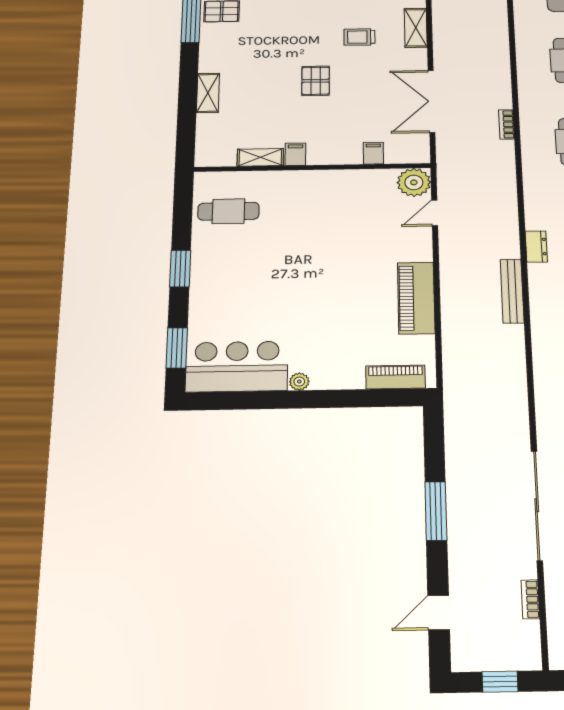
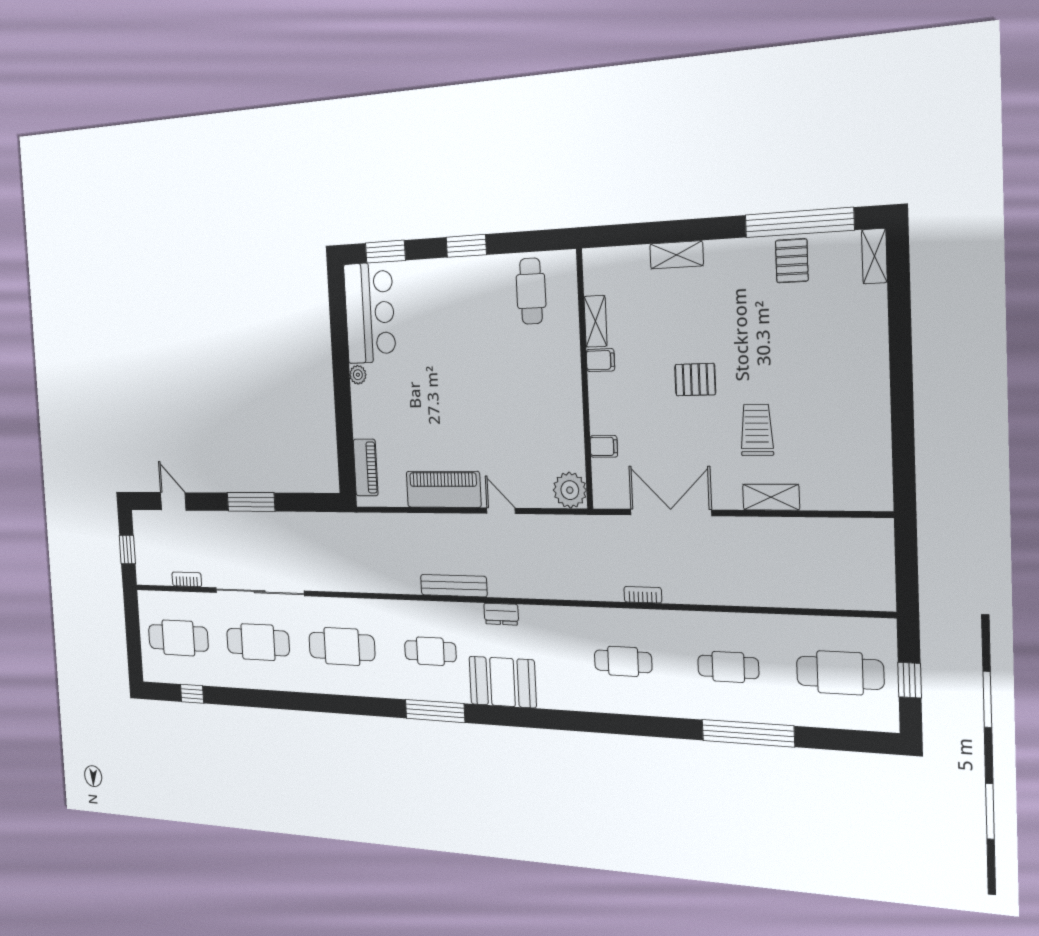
trolley: (359, 37) -> (757, 430), width x1.36, depth x1.39
door: (435, 213) -> (501, 511), moved

